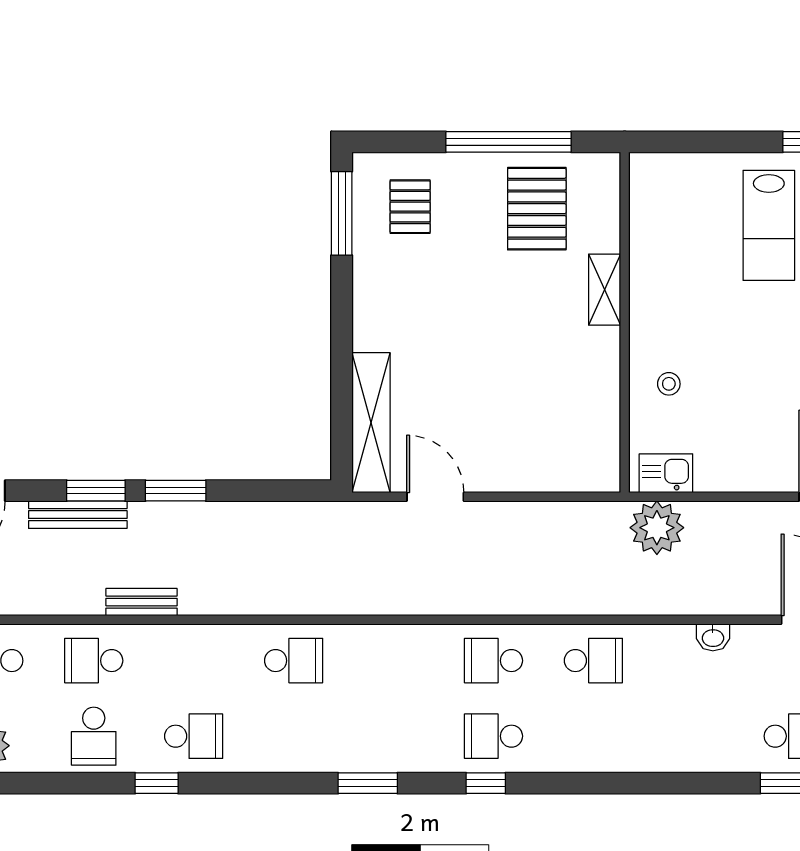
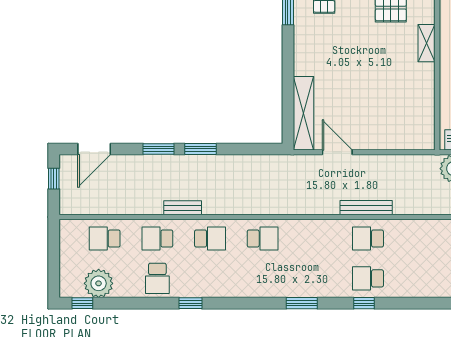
bench: (78, 515) -> (366, 208), moved
school desk: (593, 661) -> (421, 239), removed
school desk: (194, 736) -> (210, 239), moved

